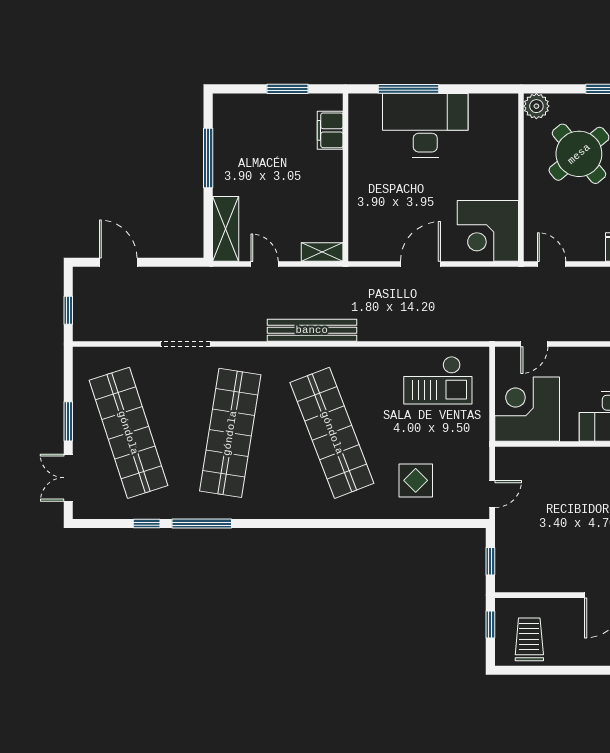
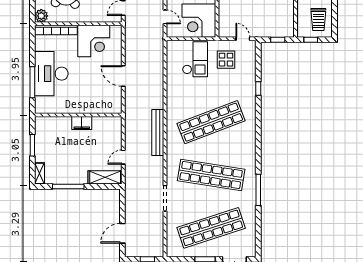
filing cabinet: (330, 130) -> (82, 123), moved
bookcase: (509, 134) -> (56, 30), added
corner desk: (488, 231) -> (94, 41), moved
shelving: (322, 252) -> (40, 173), moved
checkout: (438, 380) -> (195, 59), moved
display table: (416, 480) -> (226, 60), moved
window: (147, 524) -> (258, 89), moved
trolley: (529, 639) -> (318, 20), turned -90

